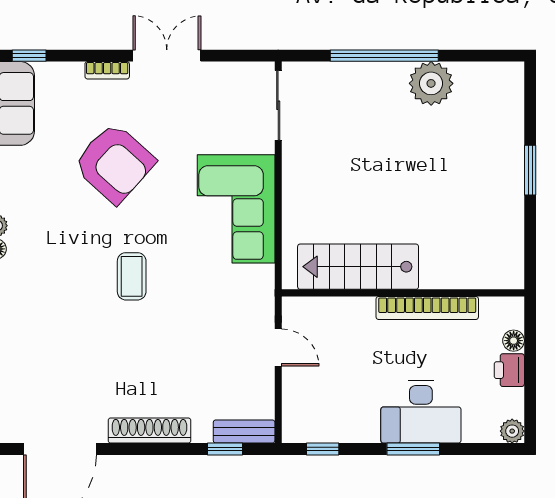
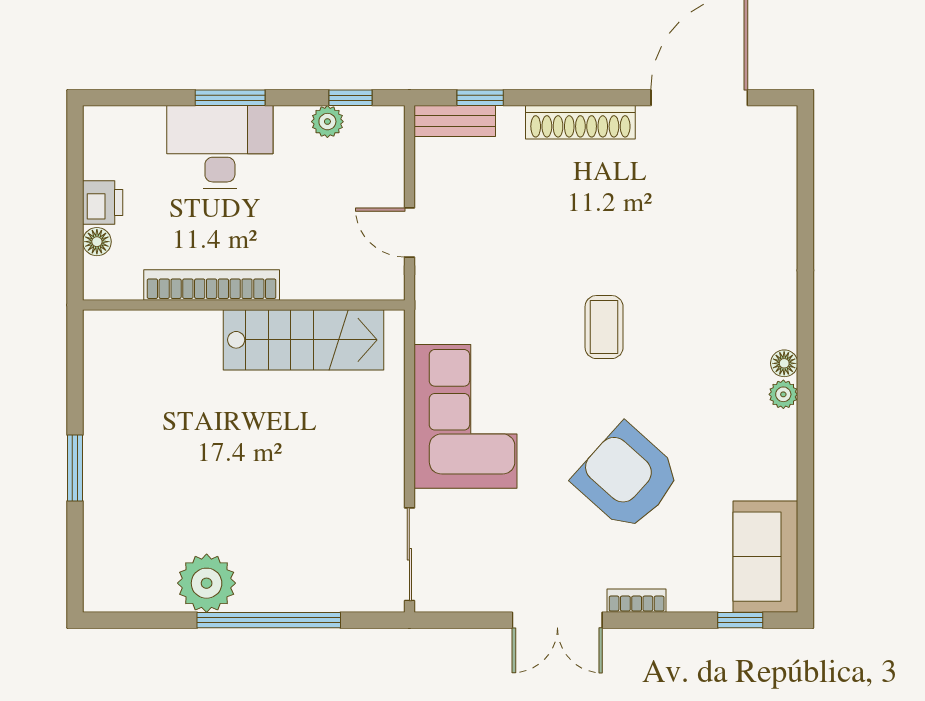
plant: (512, 431) -> (327, 122), moved

